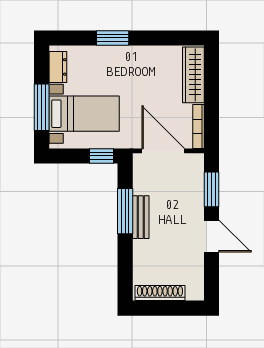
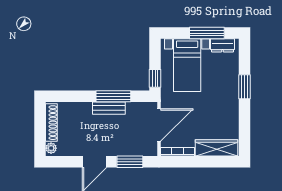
window: (42, 107) -> (207, 33), moved
plant: (194, 293) -> (51, 148), added

